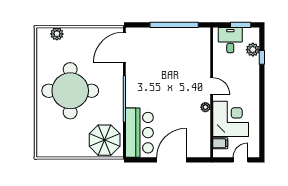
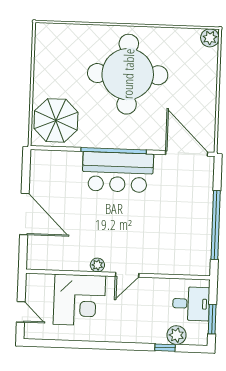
plant: (57, 34) -> (210, 38), moved
bar counter: (139, 133) -> (118, 172), moved
filing cabinet: (220, 143) -> (45, 284), removed

